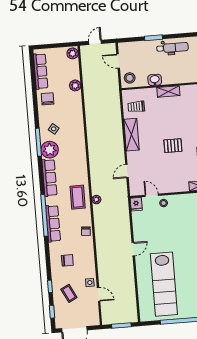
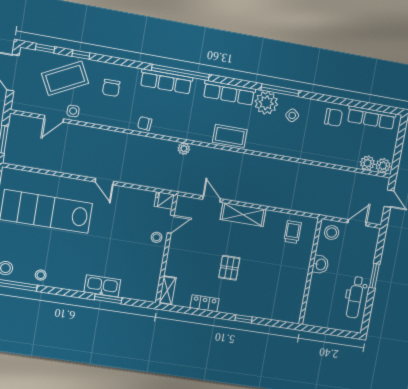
plant: (75, 85) -> (367, 163), moved
shelving: (168, 92) -> (301, 279), removed
shelving: (132, 135) -> (243, 215), moved
coffee table: (78, 197) -> (230, 136), moved
coffee table: (69, 293) -> (65, 78), width x1.86, depth x1.72

